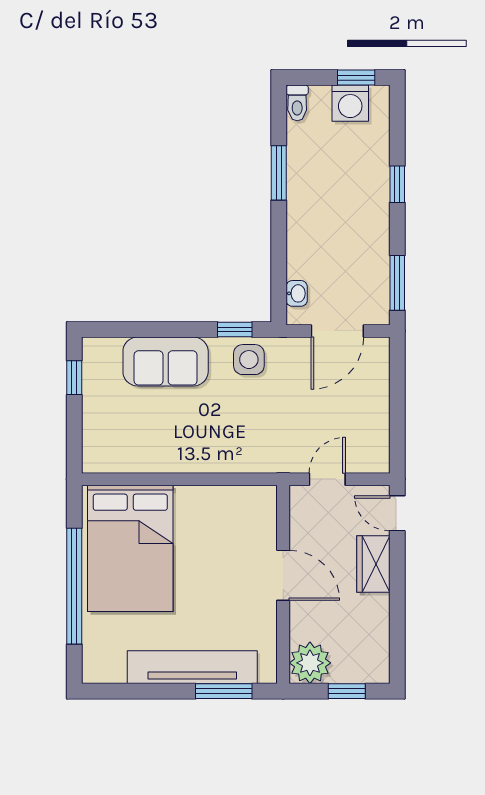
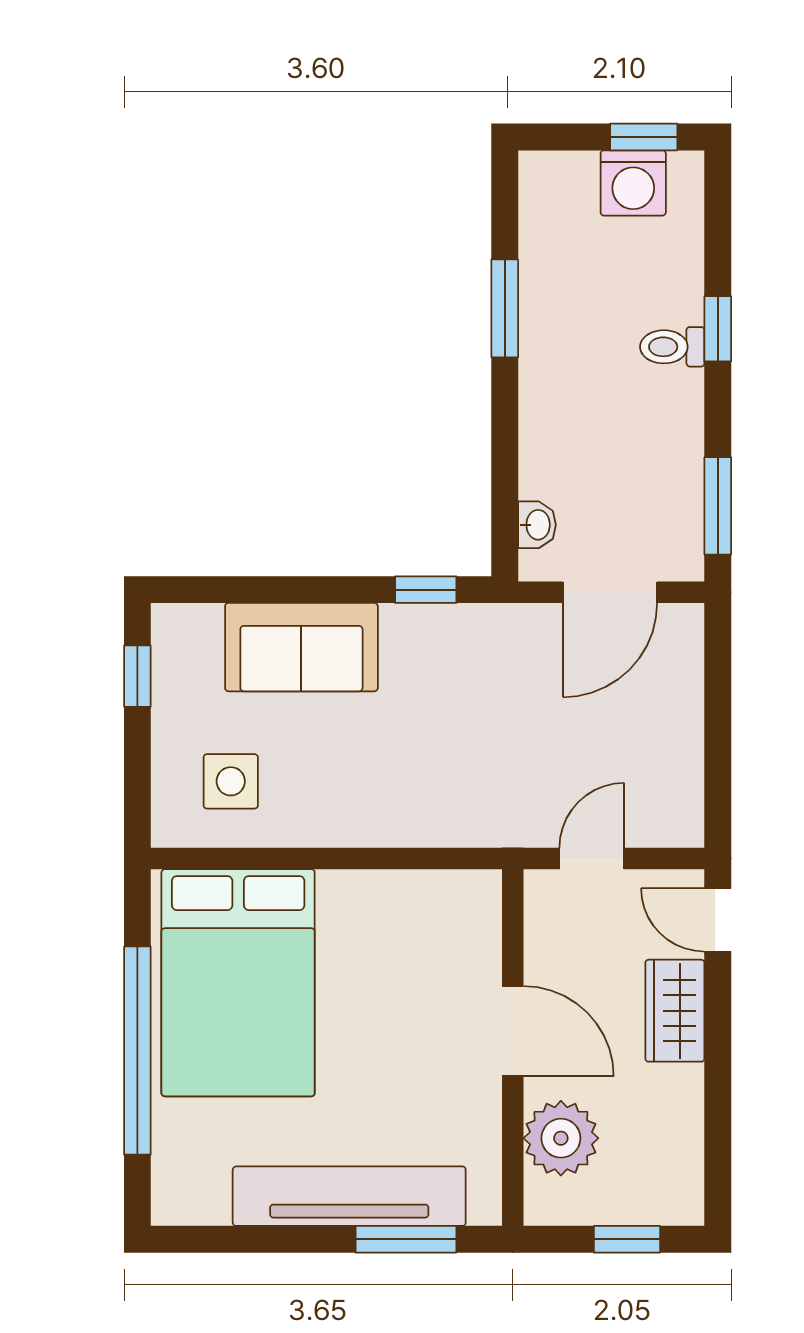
toilet: (297, 103) -> (672, 347), moved, turned 90
side table: (249, 360) -> (231, 781), moved
plant: (310, 663) -> (561, 1138), moved

